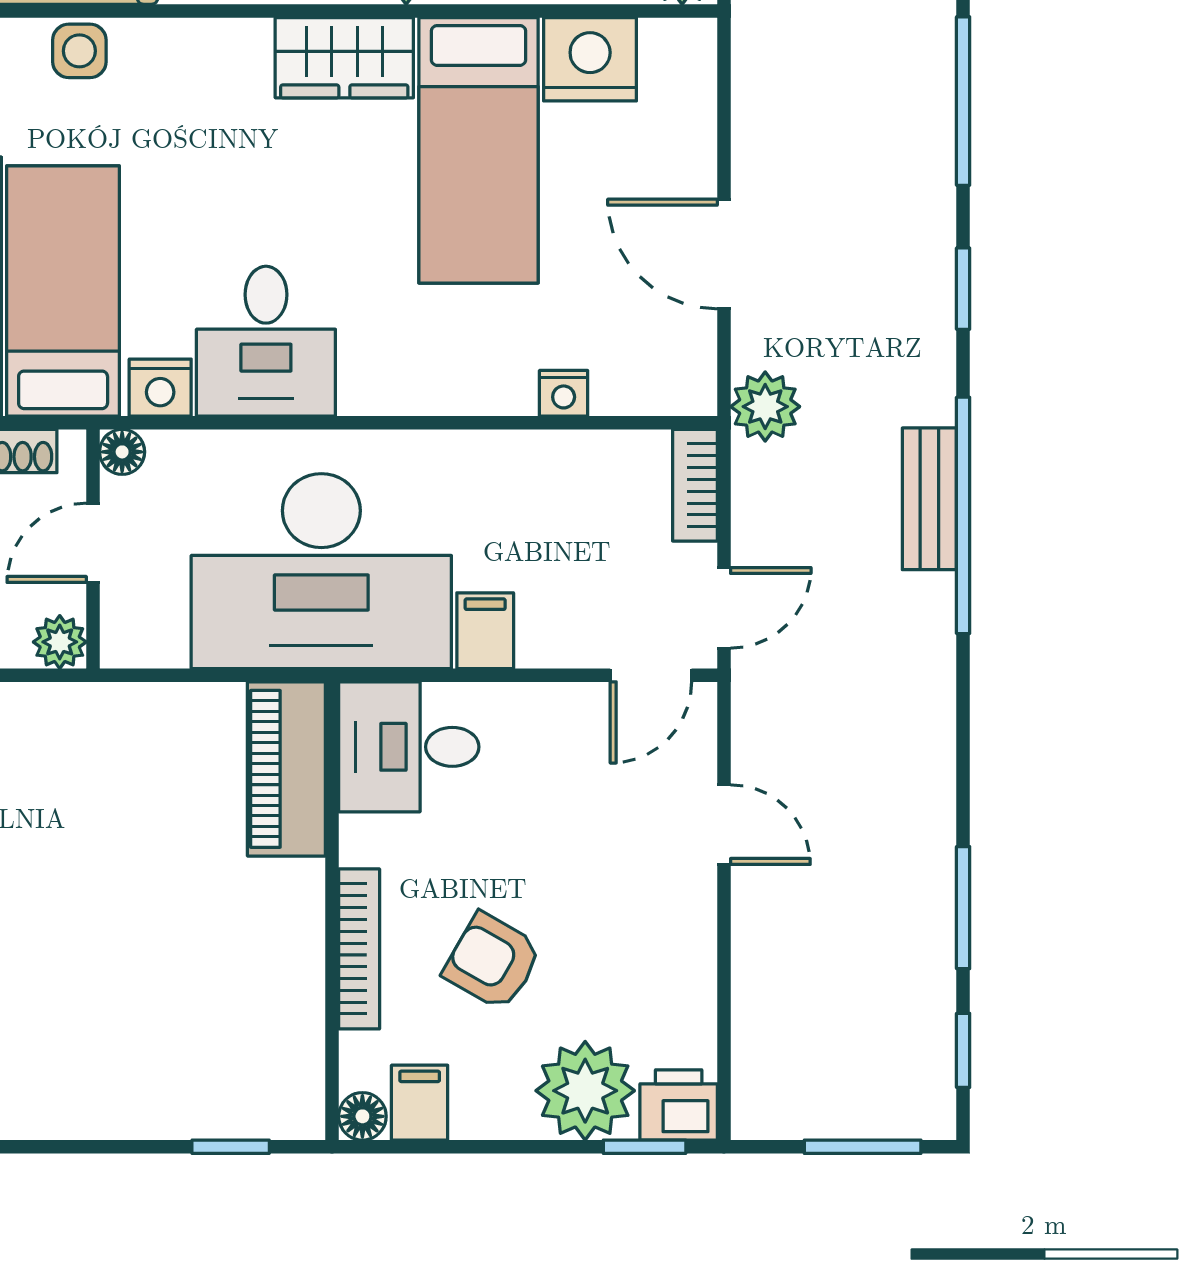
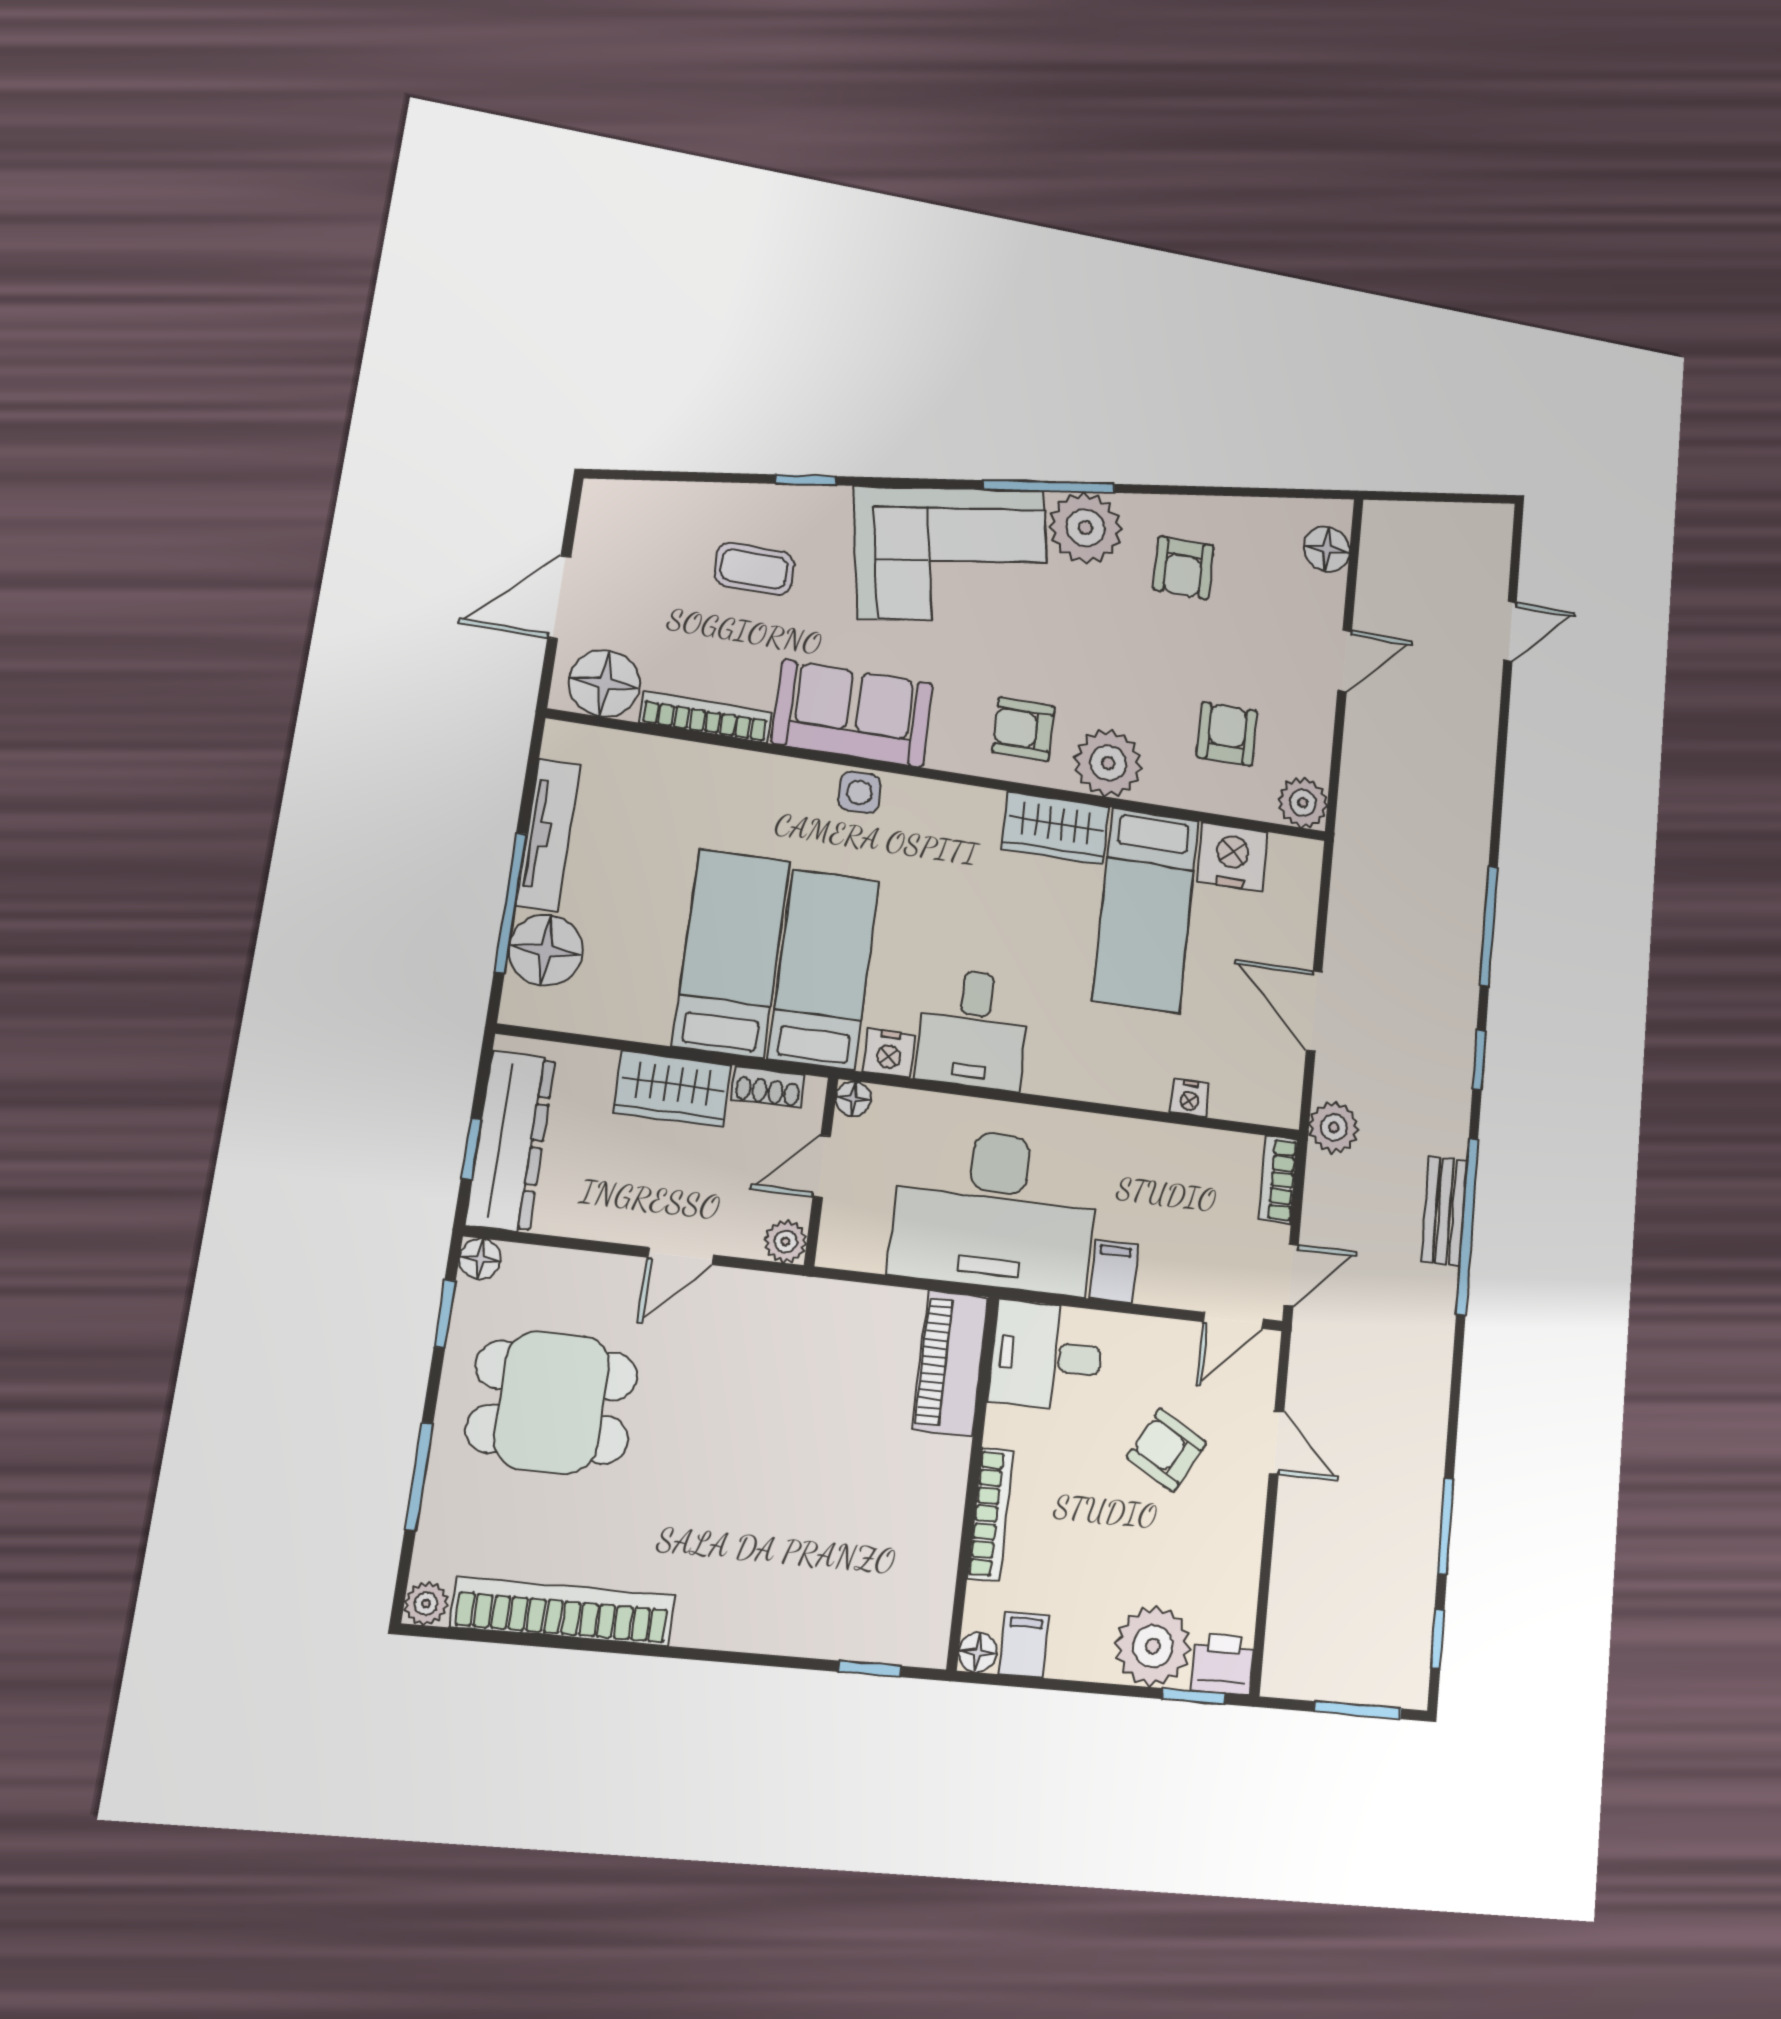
armchair: (493, 961) -> (1167, 1450), moved

